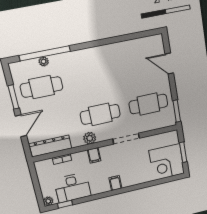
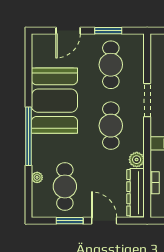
window: (45, 53) -> (29, 136), moved
booth: (111, 64) -> (54, 101), added
window: (177, 111) -> (108, 31), moved
plant: (90, 138) -> (137, 160), moved

